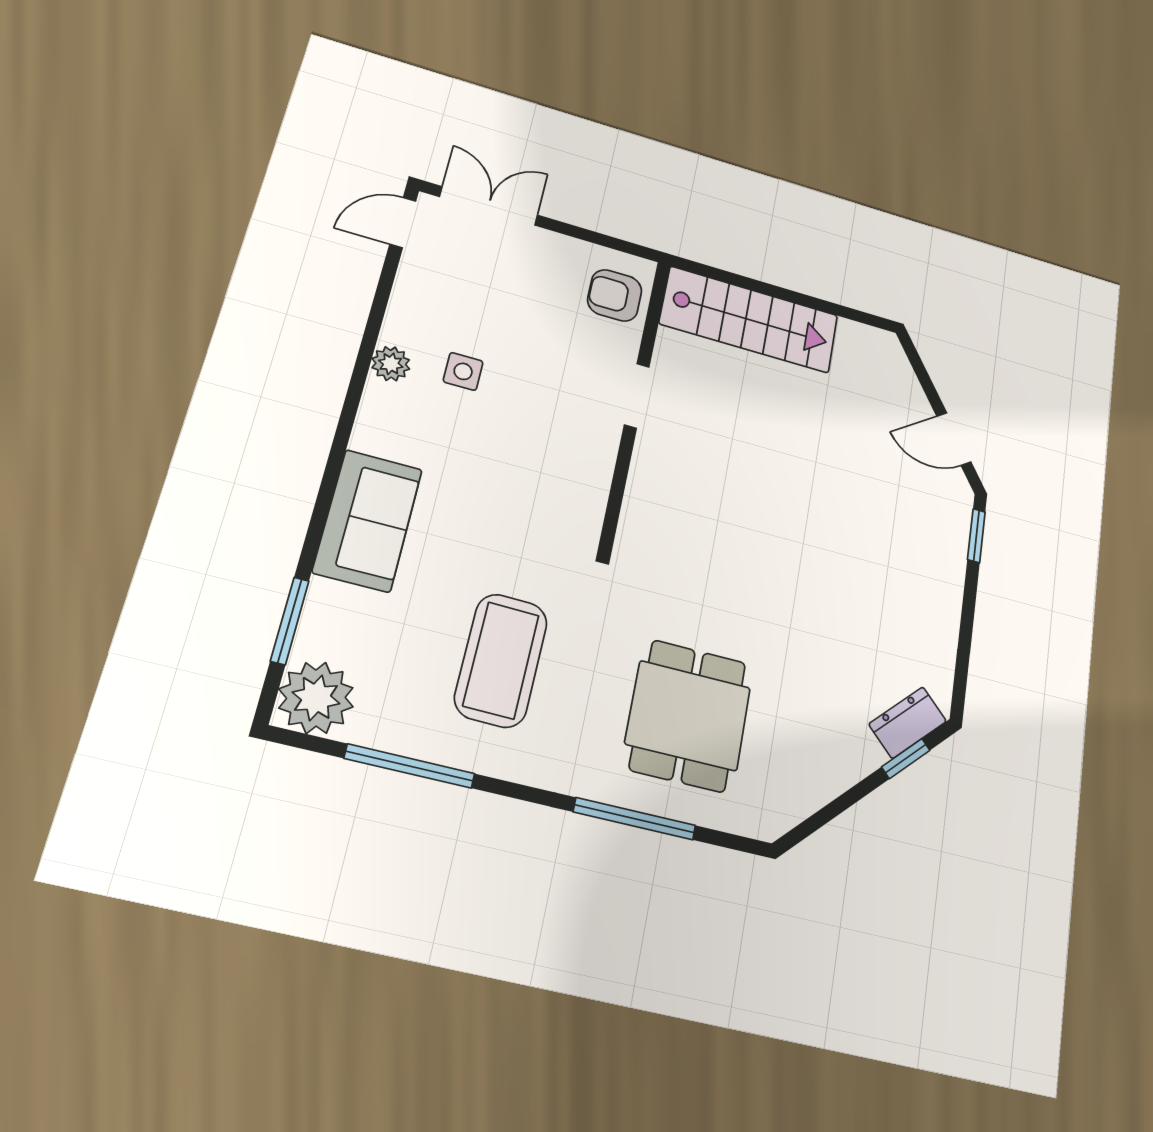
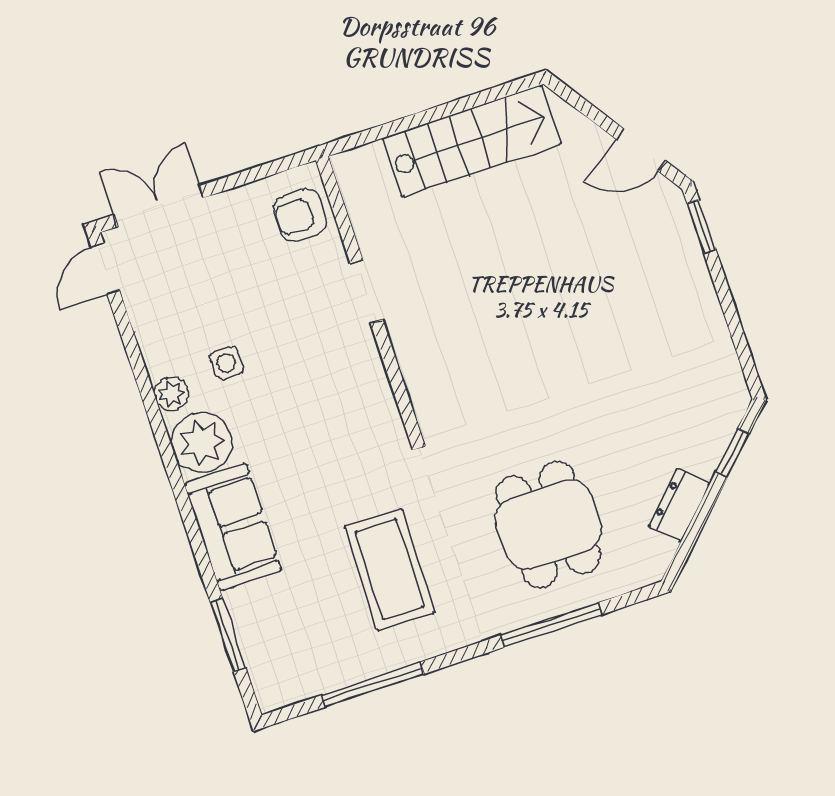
stairs: (749, 320) -> (471, 141), moved
plant: (316, 698) -> (202, 442), moved
dresser: (908, 723) -> (679, 505), moved

